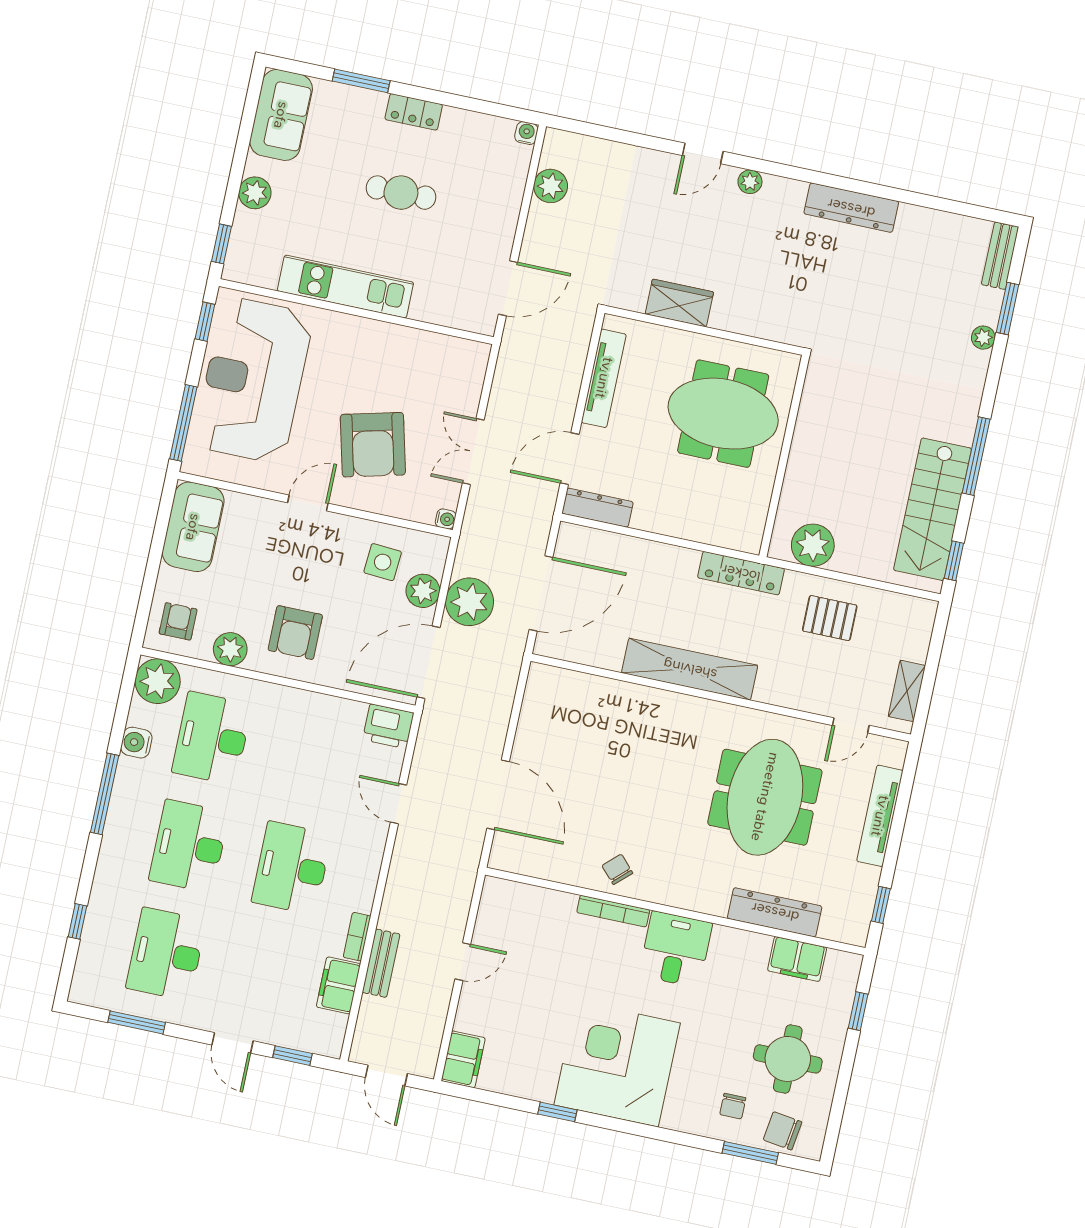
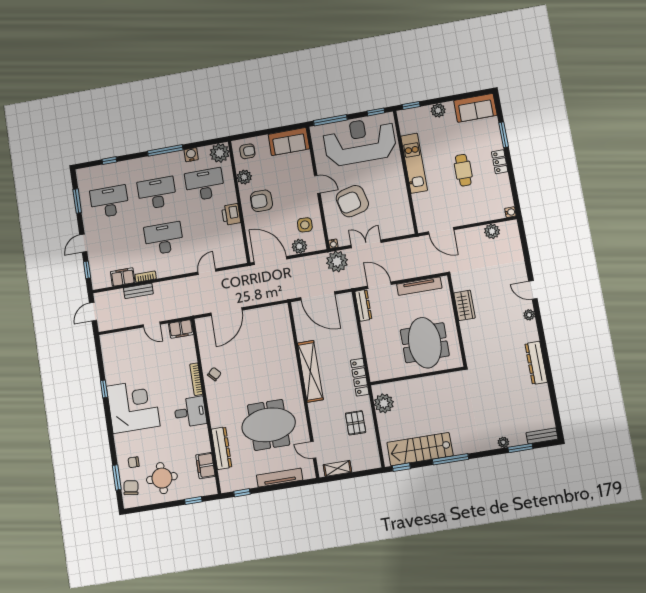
plant: (470, 602) -> (337, 261), moved
printer: (388, 726) -> (231, 214), moved
filing cabinet: (463, 1059) -> (181, 329), moved

